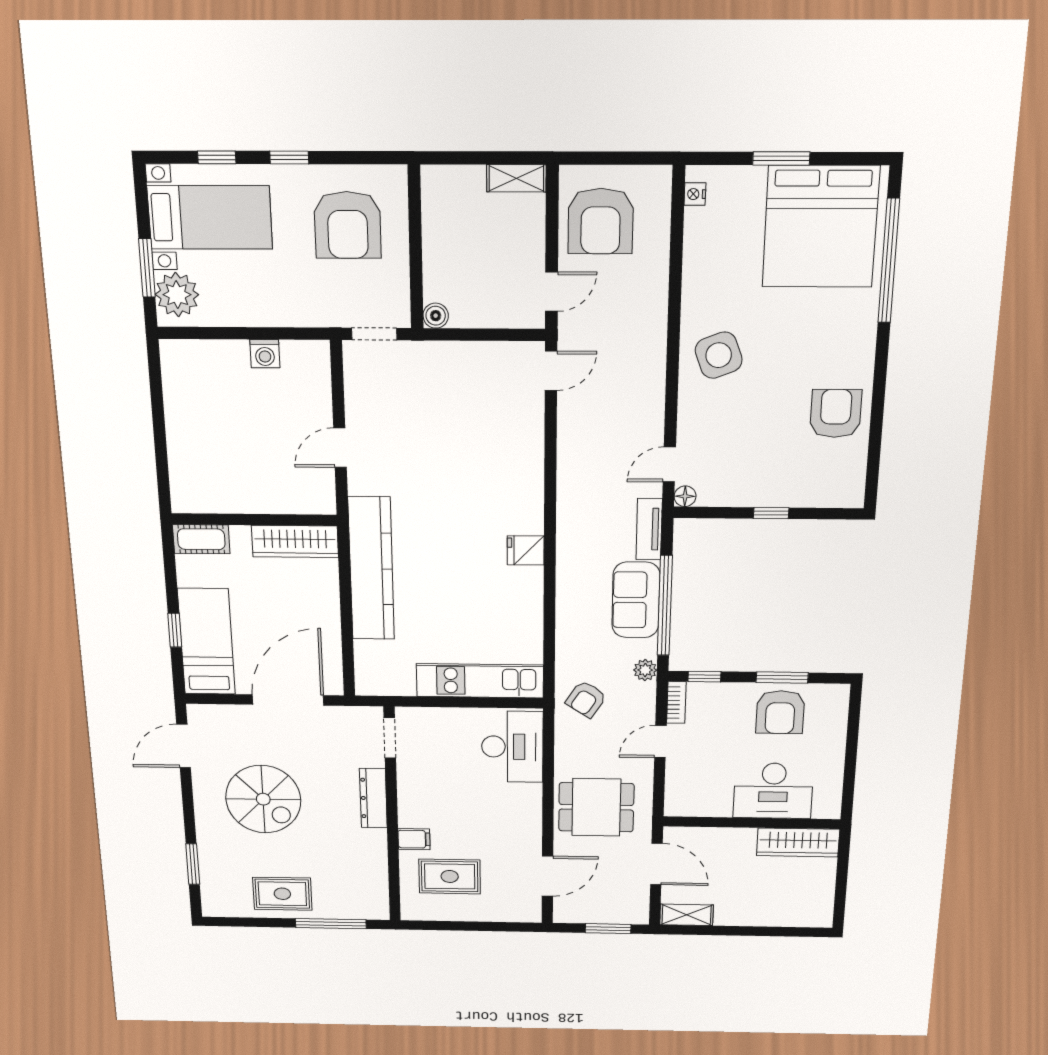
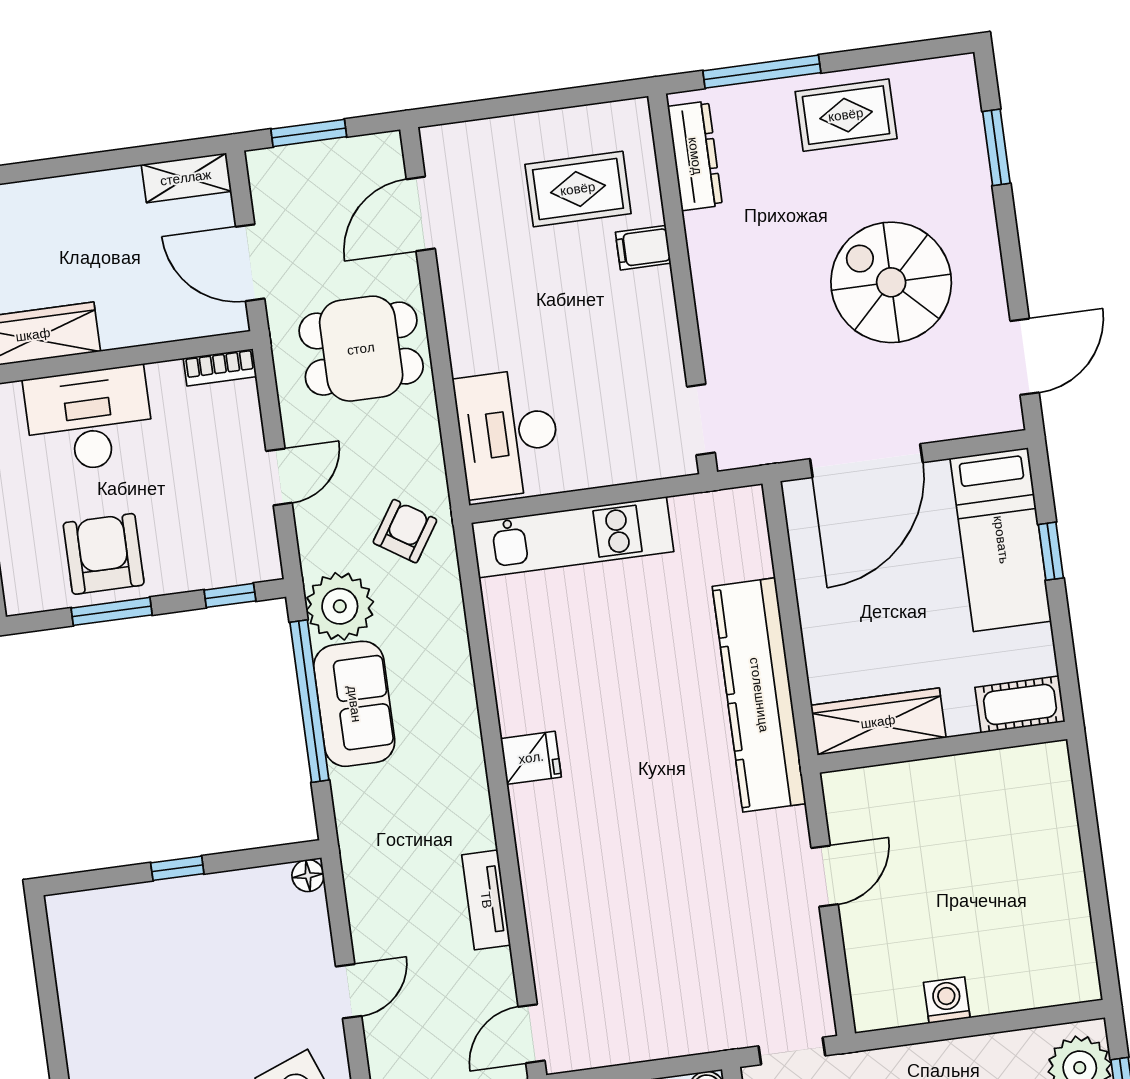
armchair: (836, 413) -> (113, 1030), removed
door: (669, 464) -> (349, 991), moved
tv unit: (649, 529) -> (486, 900), moved, turned 180
plant: (645, 670) -> (340, 606), width x1.88, depth x1.88
bookcase: (676, 702) -> (220, 367), moved, turned -90
dresser: (373, 798) -> (695, 156), moved

